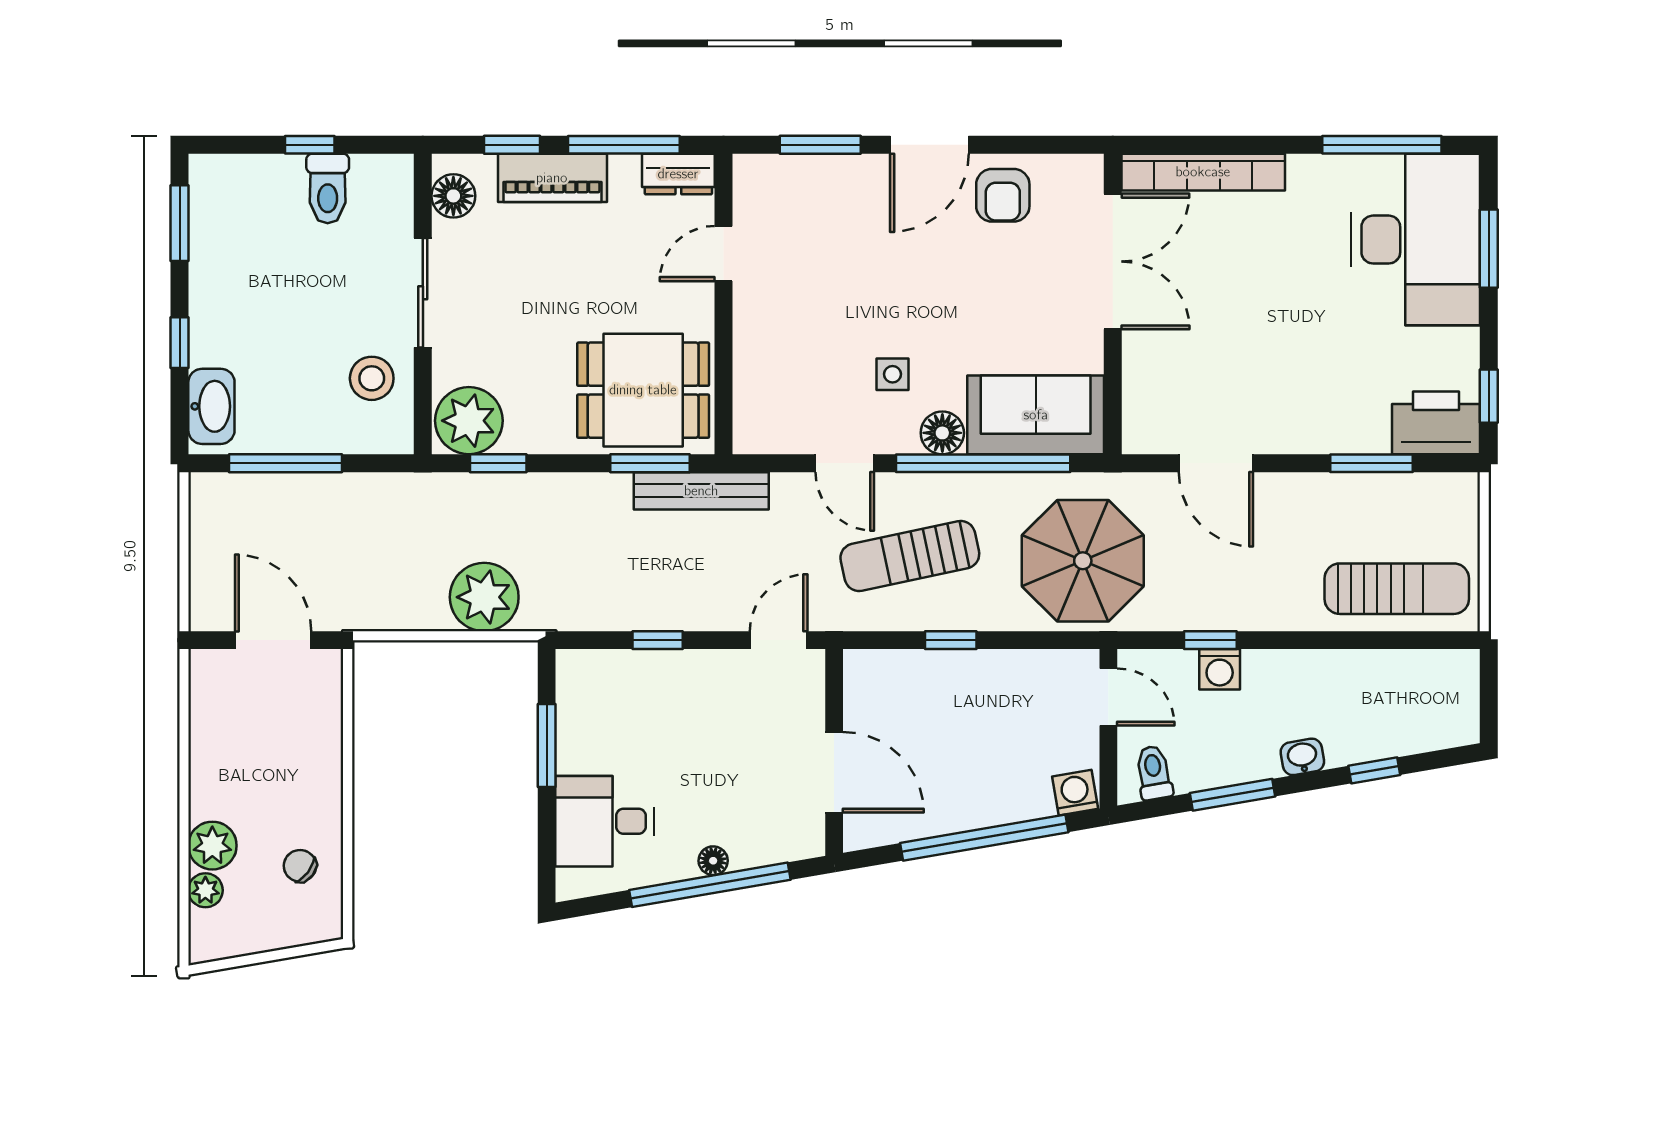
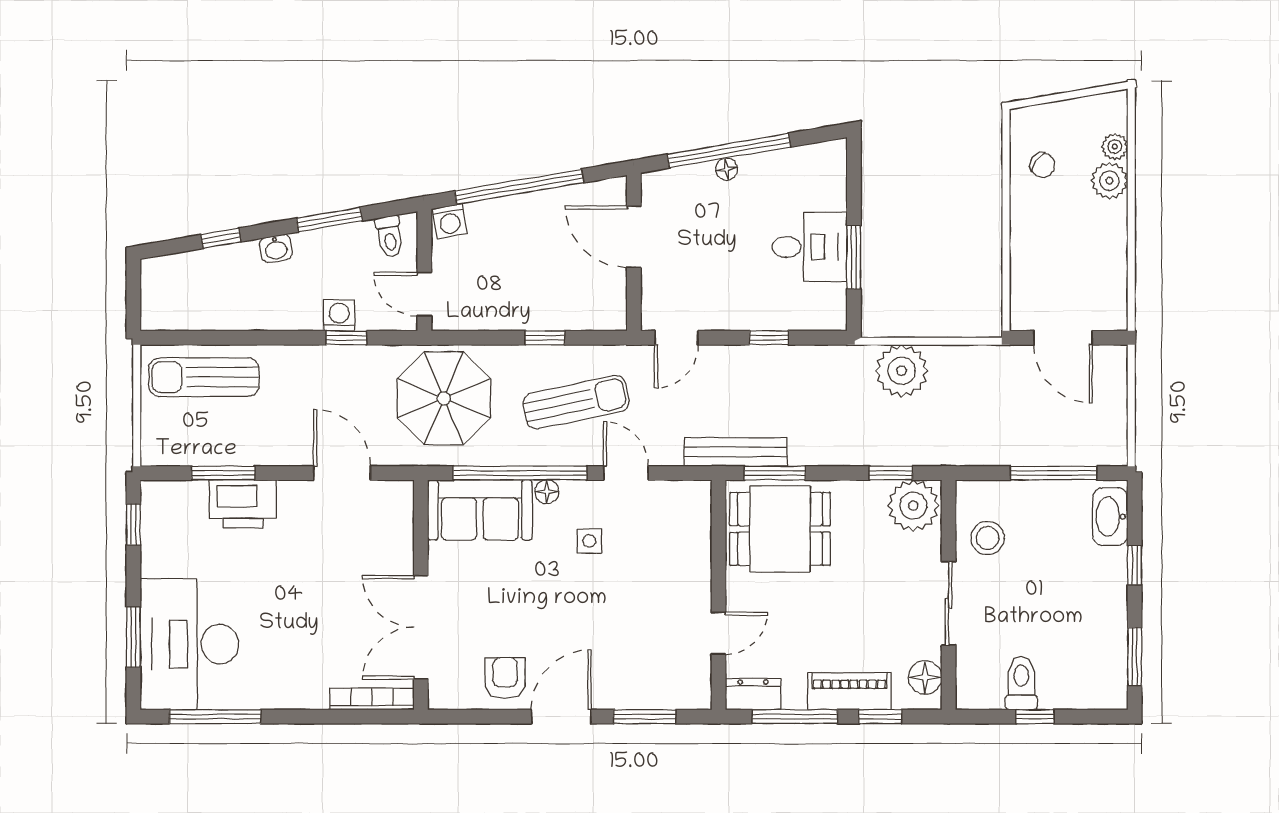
bookcase: (1203, 172) -> (372, 699), width x0.68, depth x0.76
printer: (1436, 423) -> (243, 504), moved
floor lamp: (942, 433) -> (547, 492), width x0.73, depth x0.73
desk: (605, 821) -> (810, 247), moved

